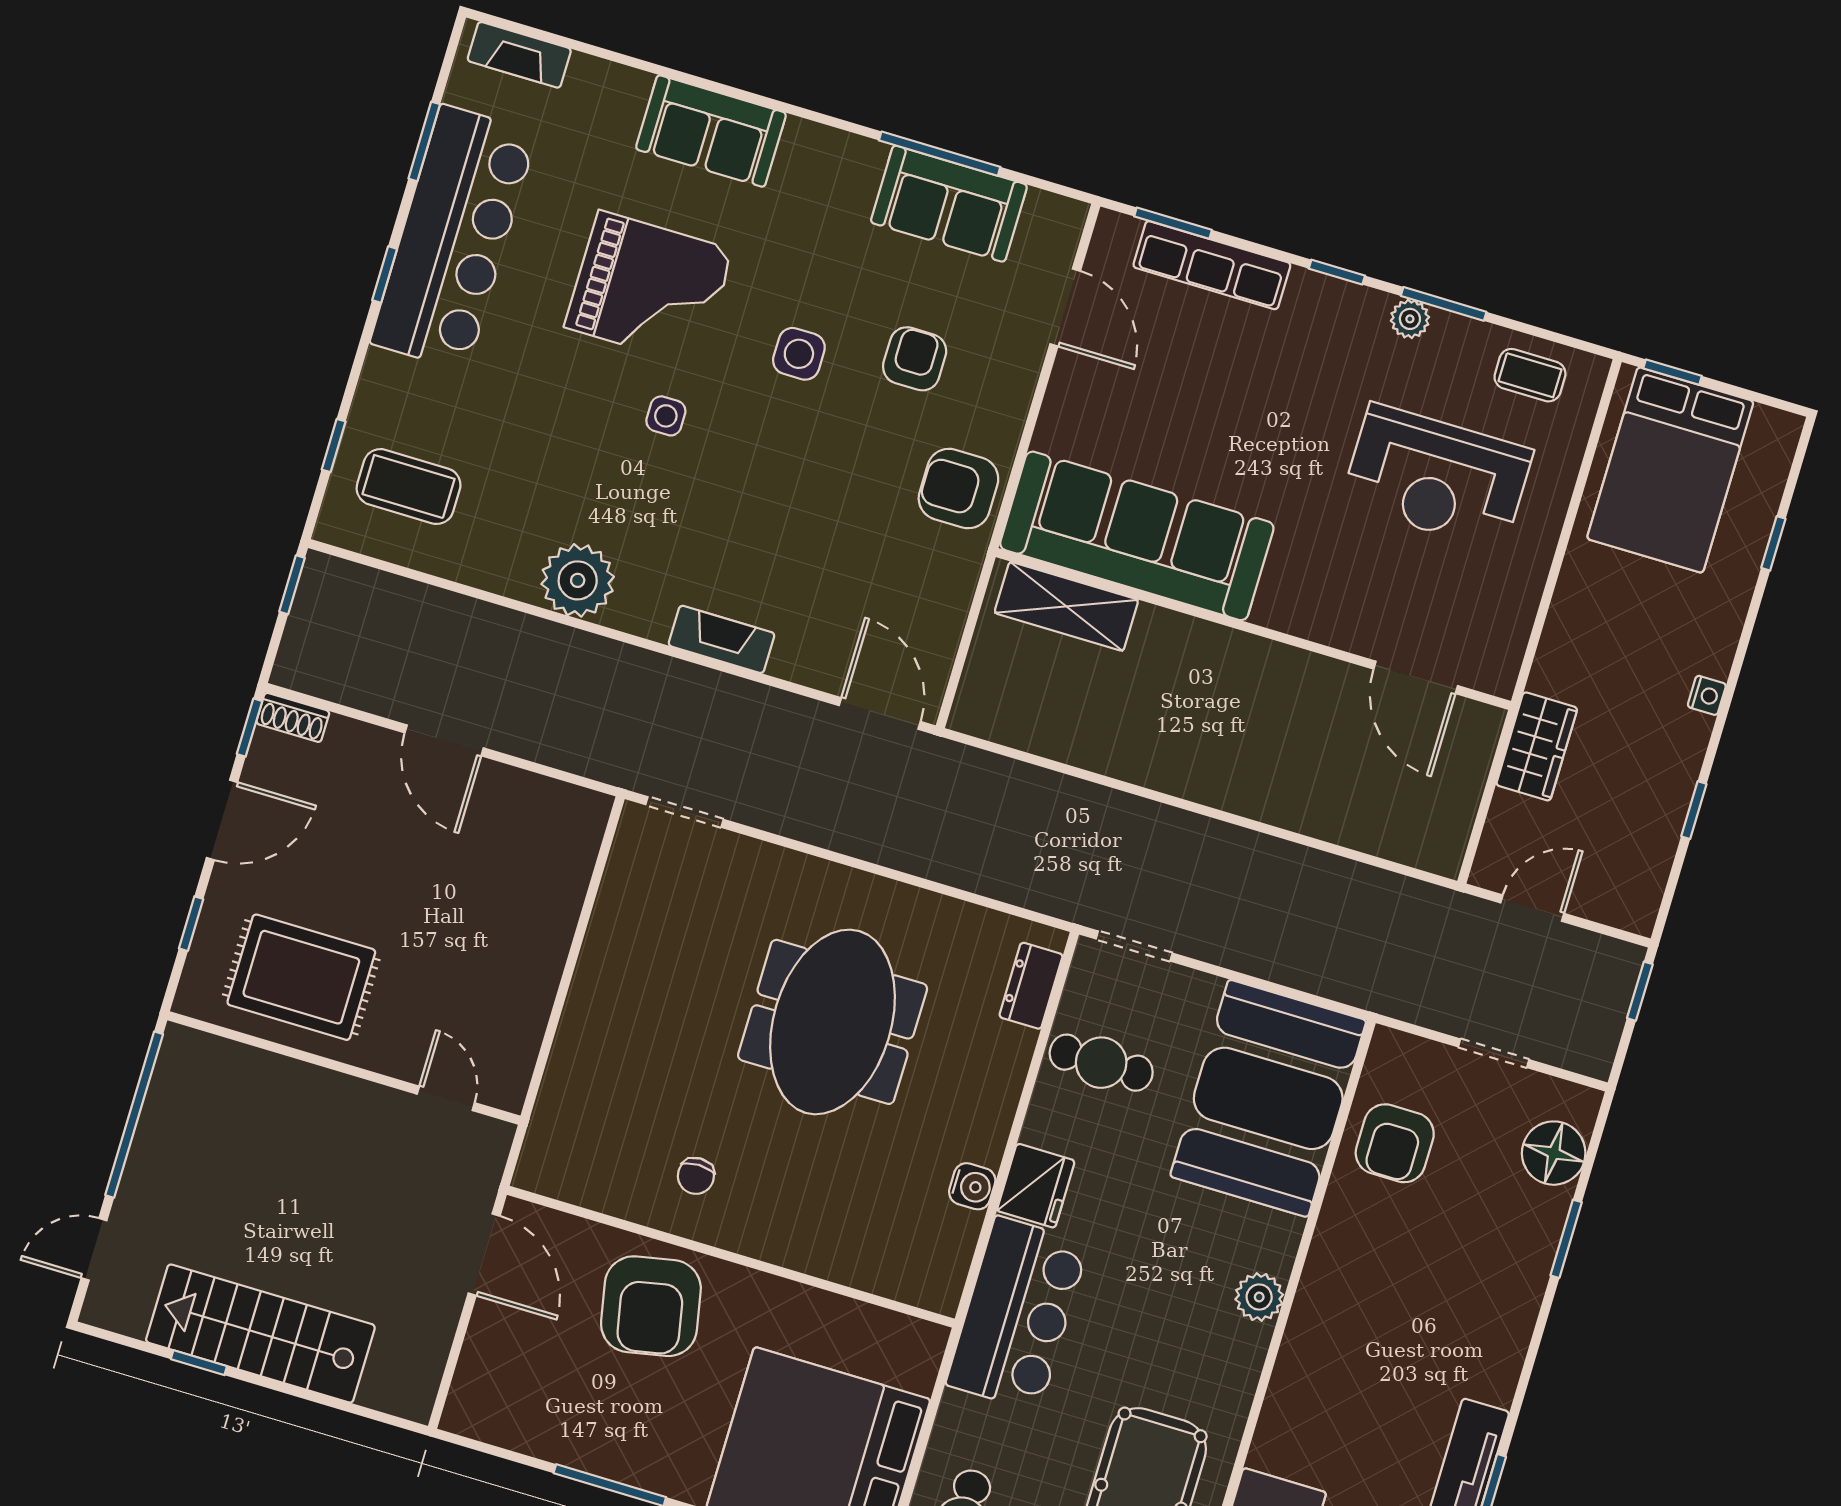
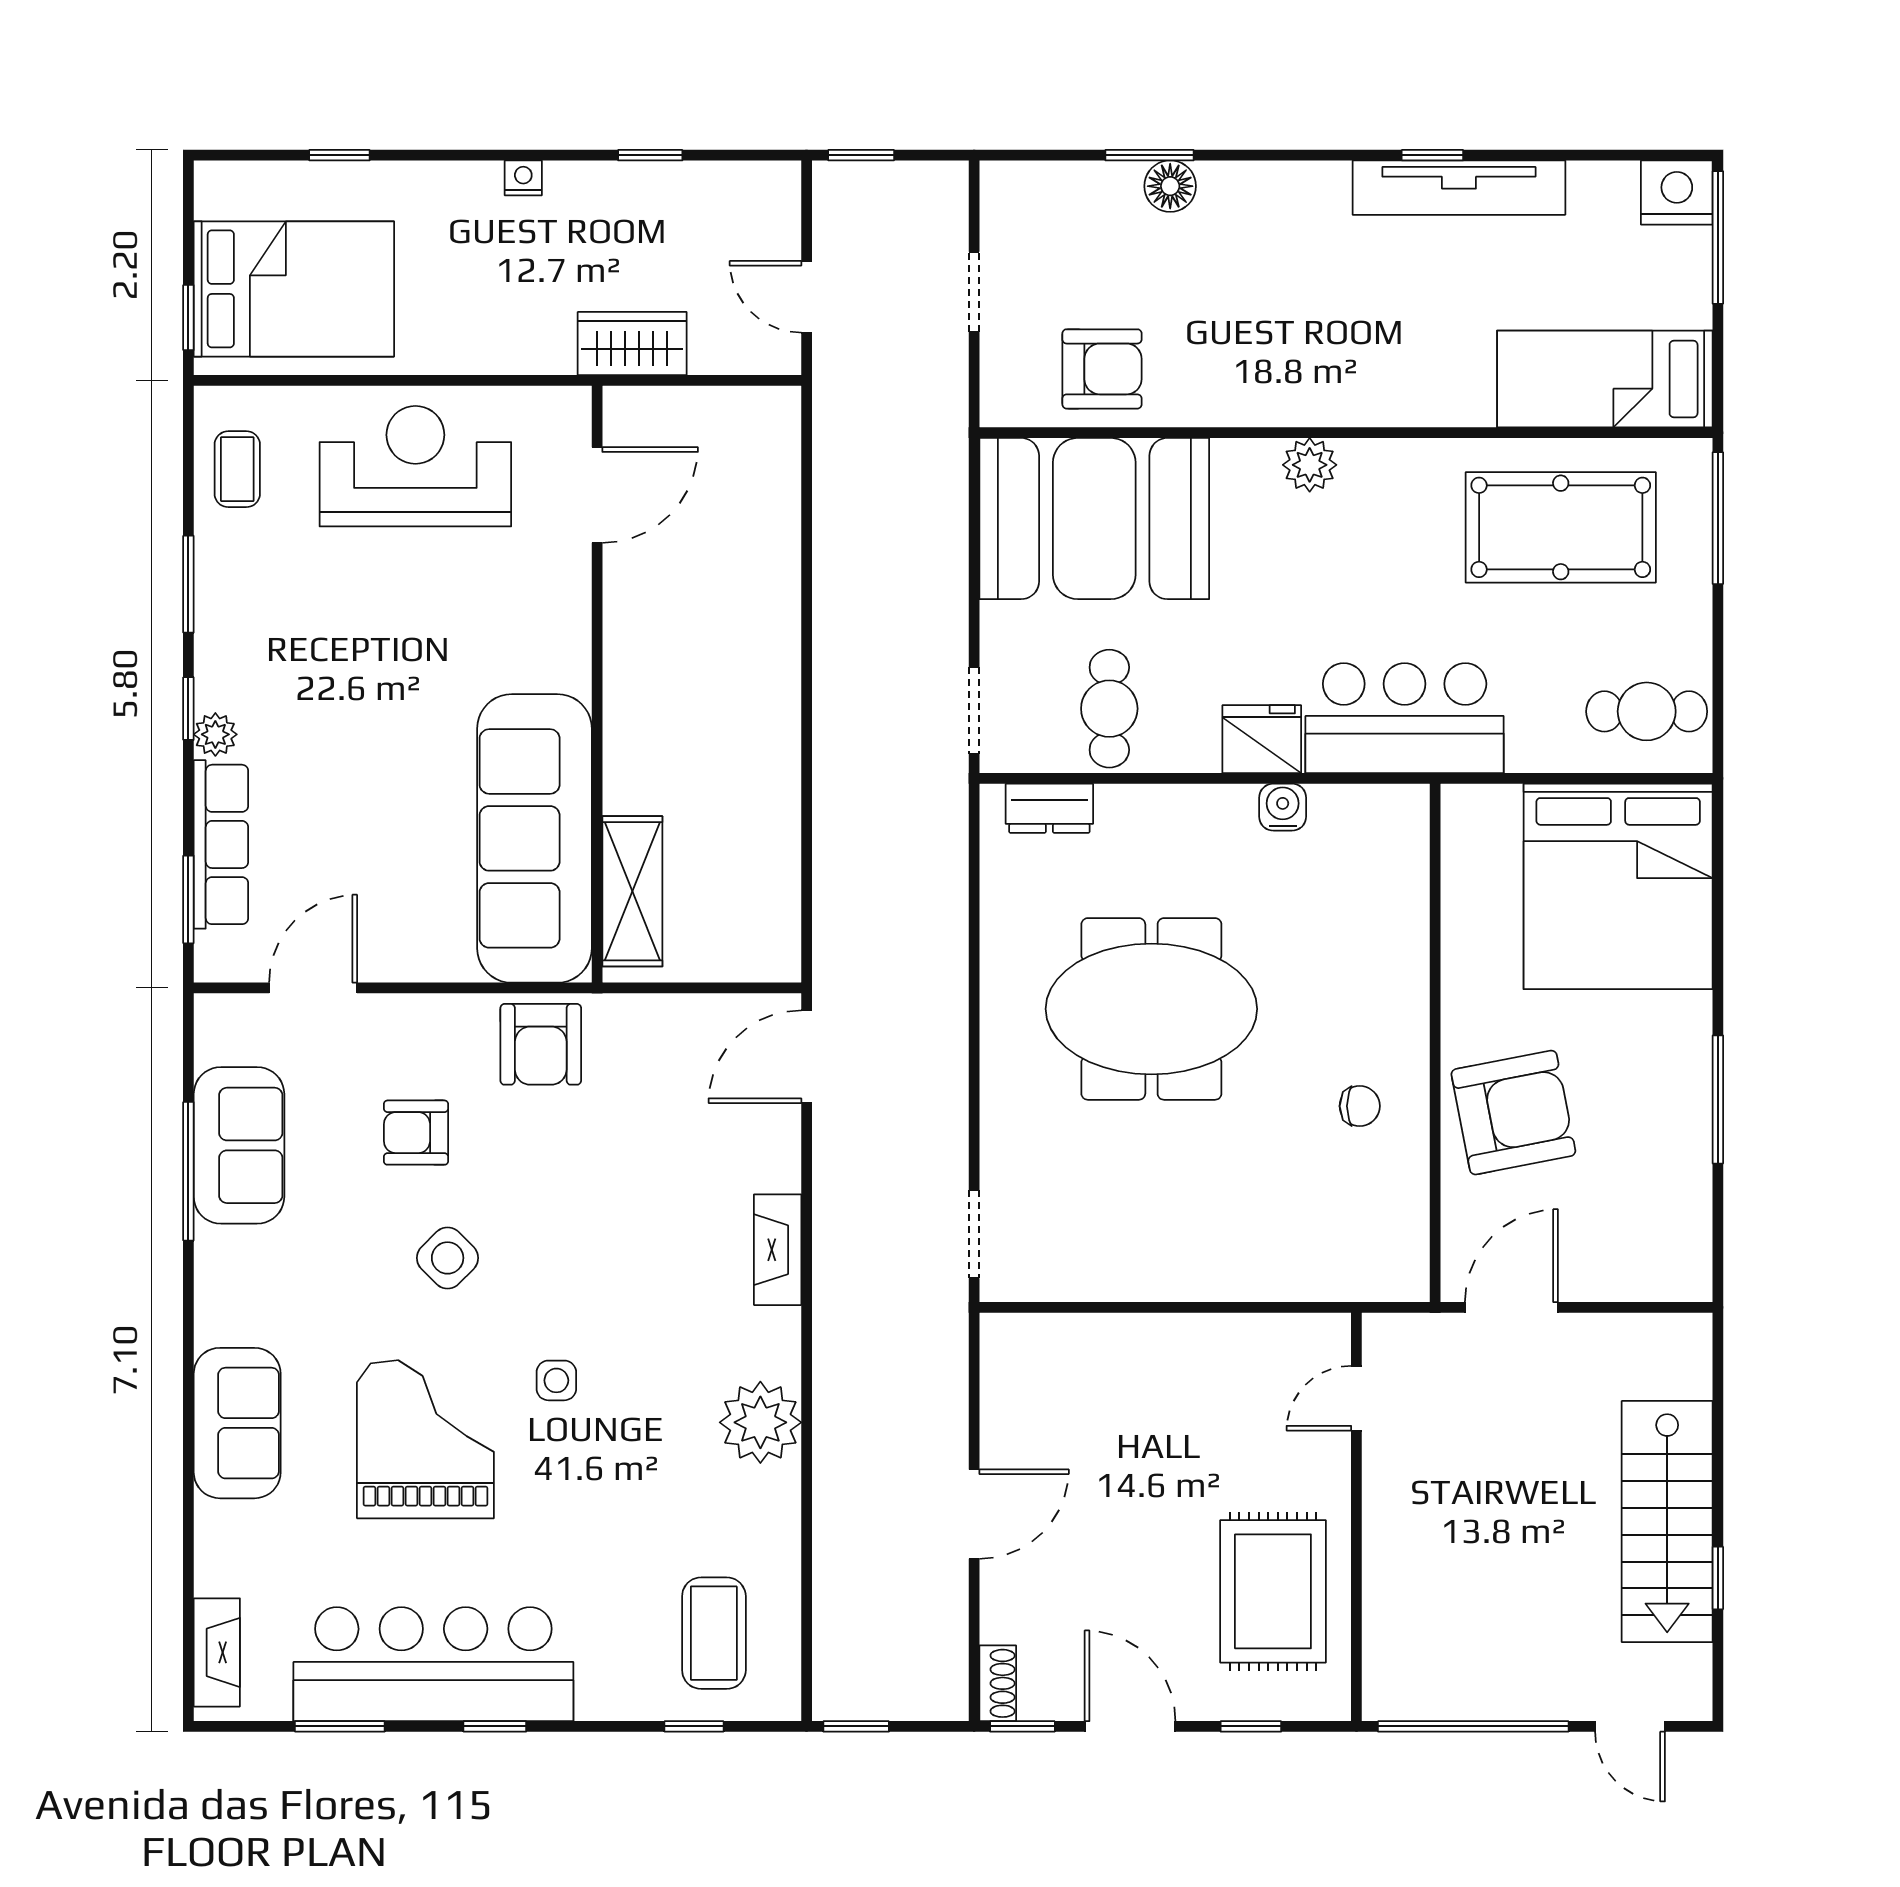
plant: (1410, 319) -> (215, 734), moved
side table: (799, 354) -> (448, 1258), turned 45
reception desk: (1437, 477) -> (415, 466), moved, turned -90
floor lamp: (1554, 1153) -> (1170, 186), moved, width x0.73, depth x0.73

